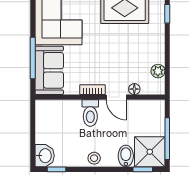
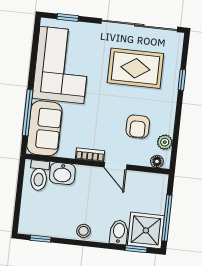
armchair: (132, 60) -> (138, 126), added
floor lamp: (134, 89) -> (157, 161), moved
toilet: (90, 113) -> (39, 175), moved
washbasin: (45, 156) -> (62, 174), moved, turned 90

